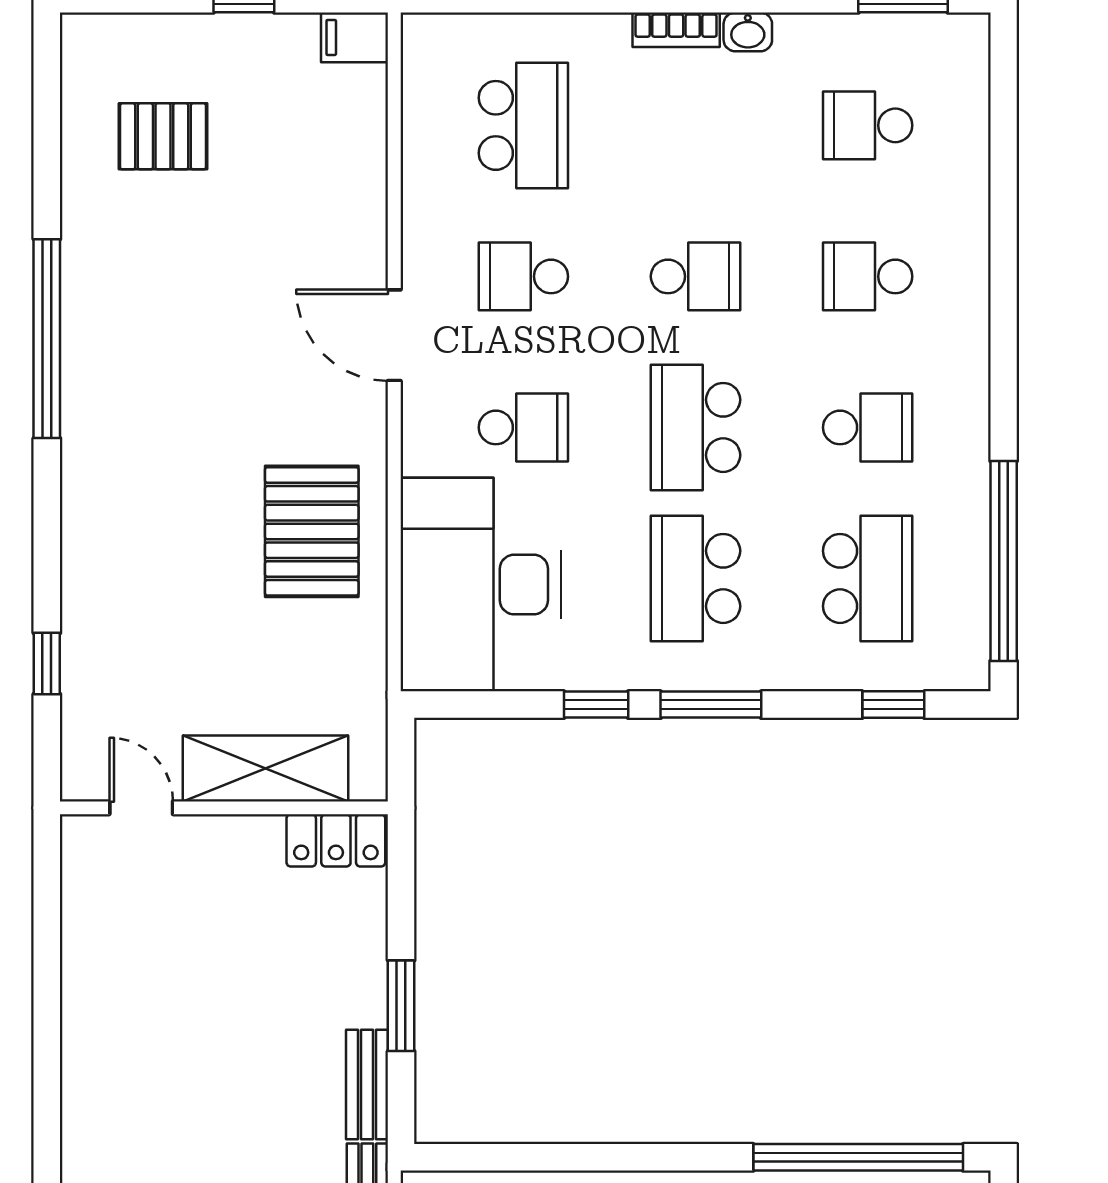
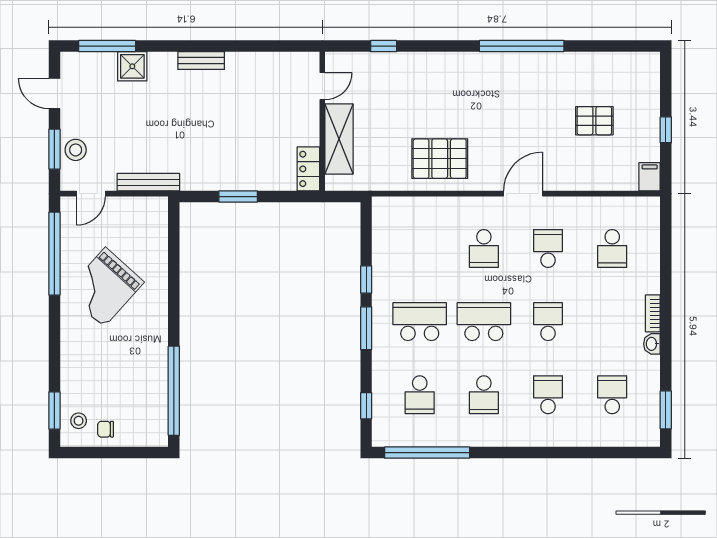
school desk: (523, 125) -> (612, 249), width x0.54
pallet: (163, 136) -> (594, 121), moved, turned 90
school desk: (696, 276) -> (548, 322), turned 180
school desk: (868, 578) -> (420, 395), width x0.54
desk: (481, 585) -> (417, 230), removed
bench: (367, 1084) -> (201, 61), moved

